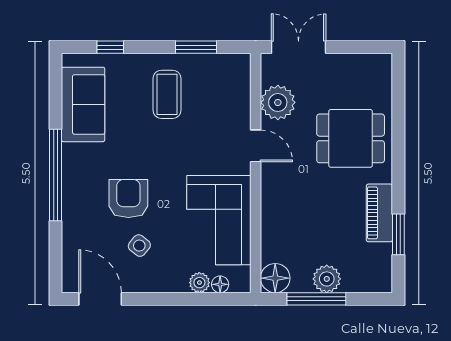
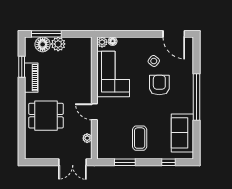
plant: (278, 102) -> (87, 138), width x0.53, depth x0.53
armchair: (128, 198) -> (159, 85), turned 180
floor lamp: (275, 278) -> (43, 44), moved
plant: (199, 283) -> (102, 42), moved
window: (316, 299) -> (46, 34), moved

